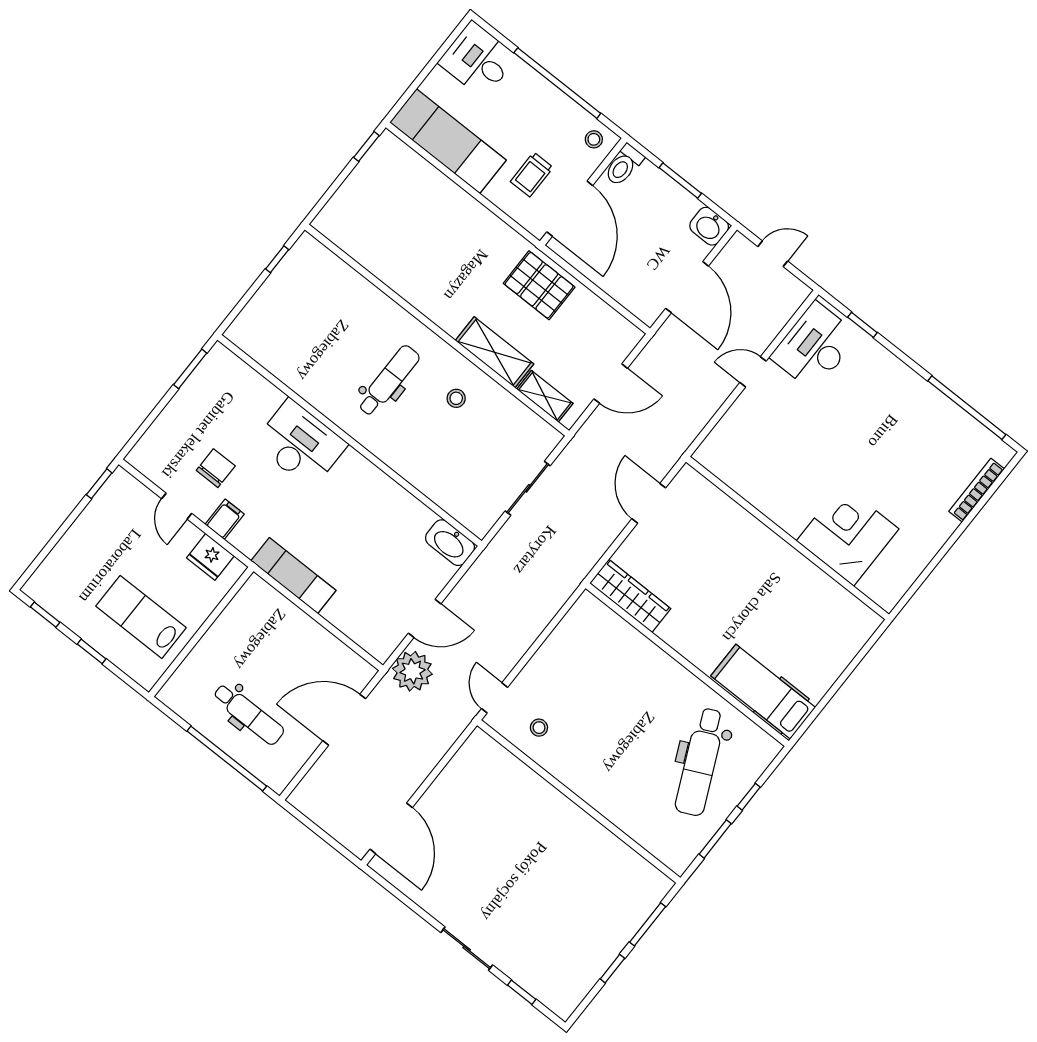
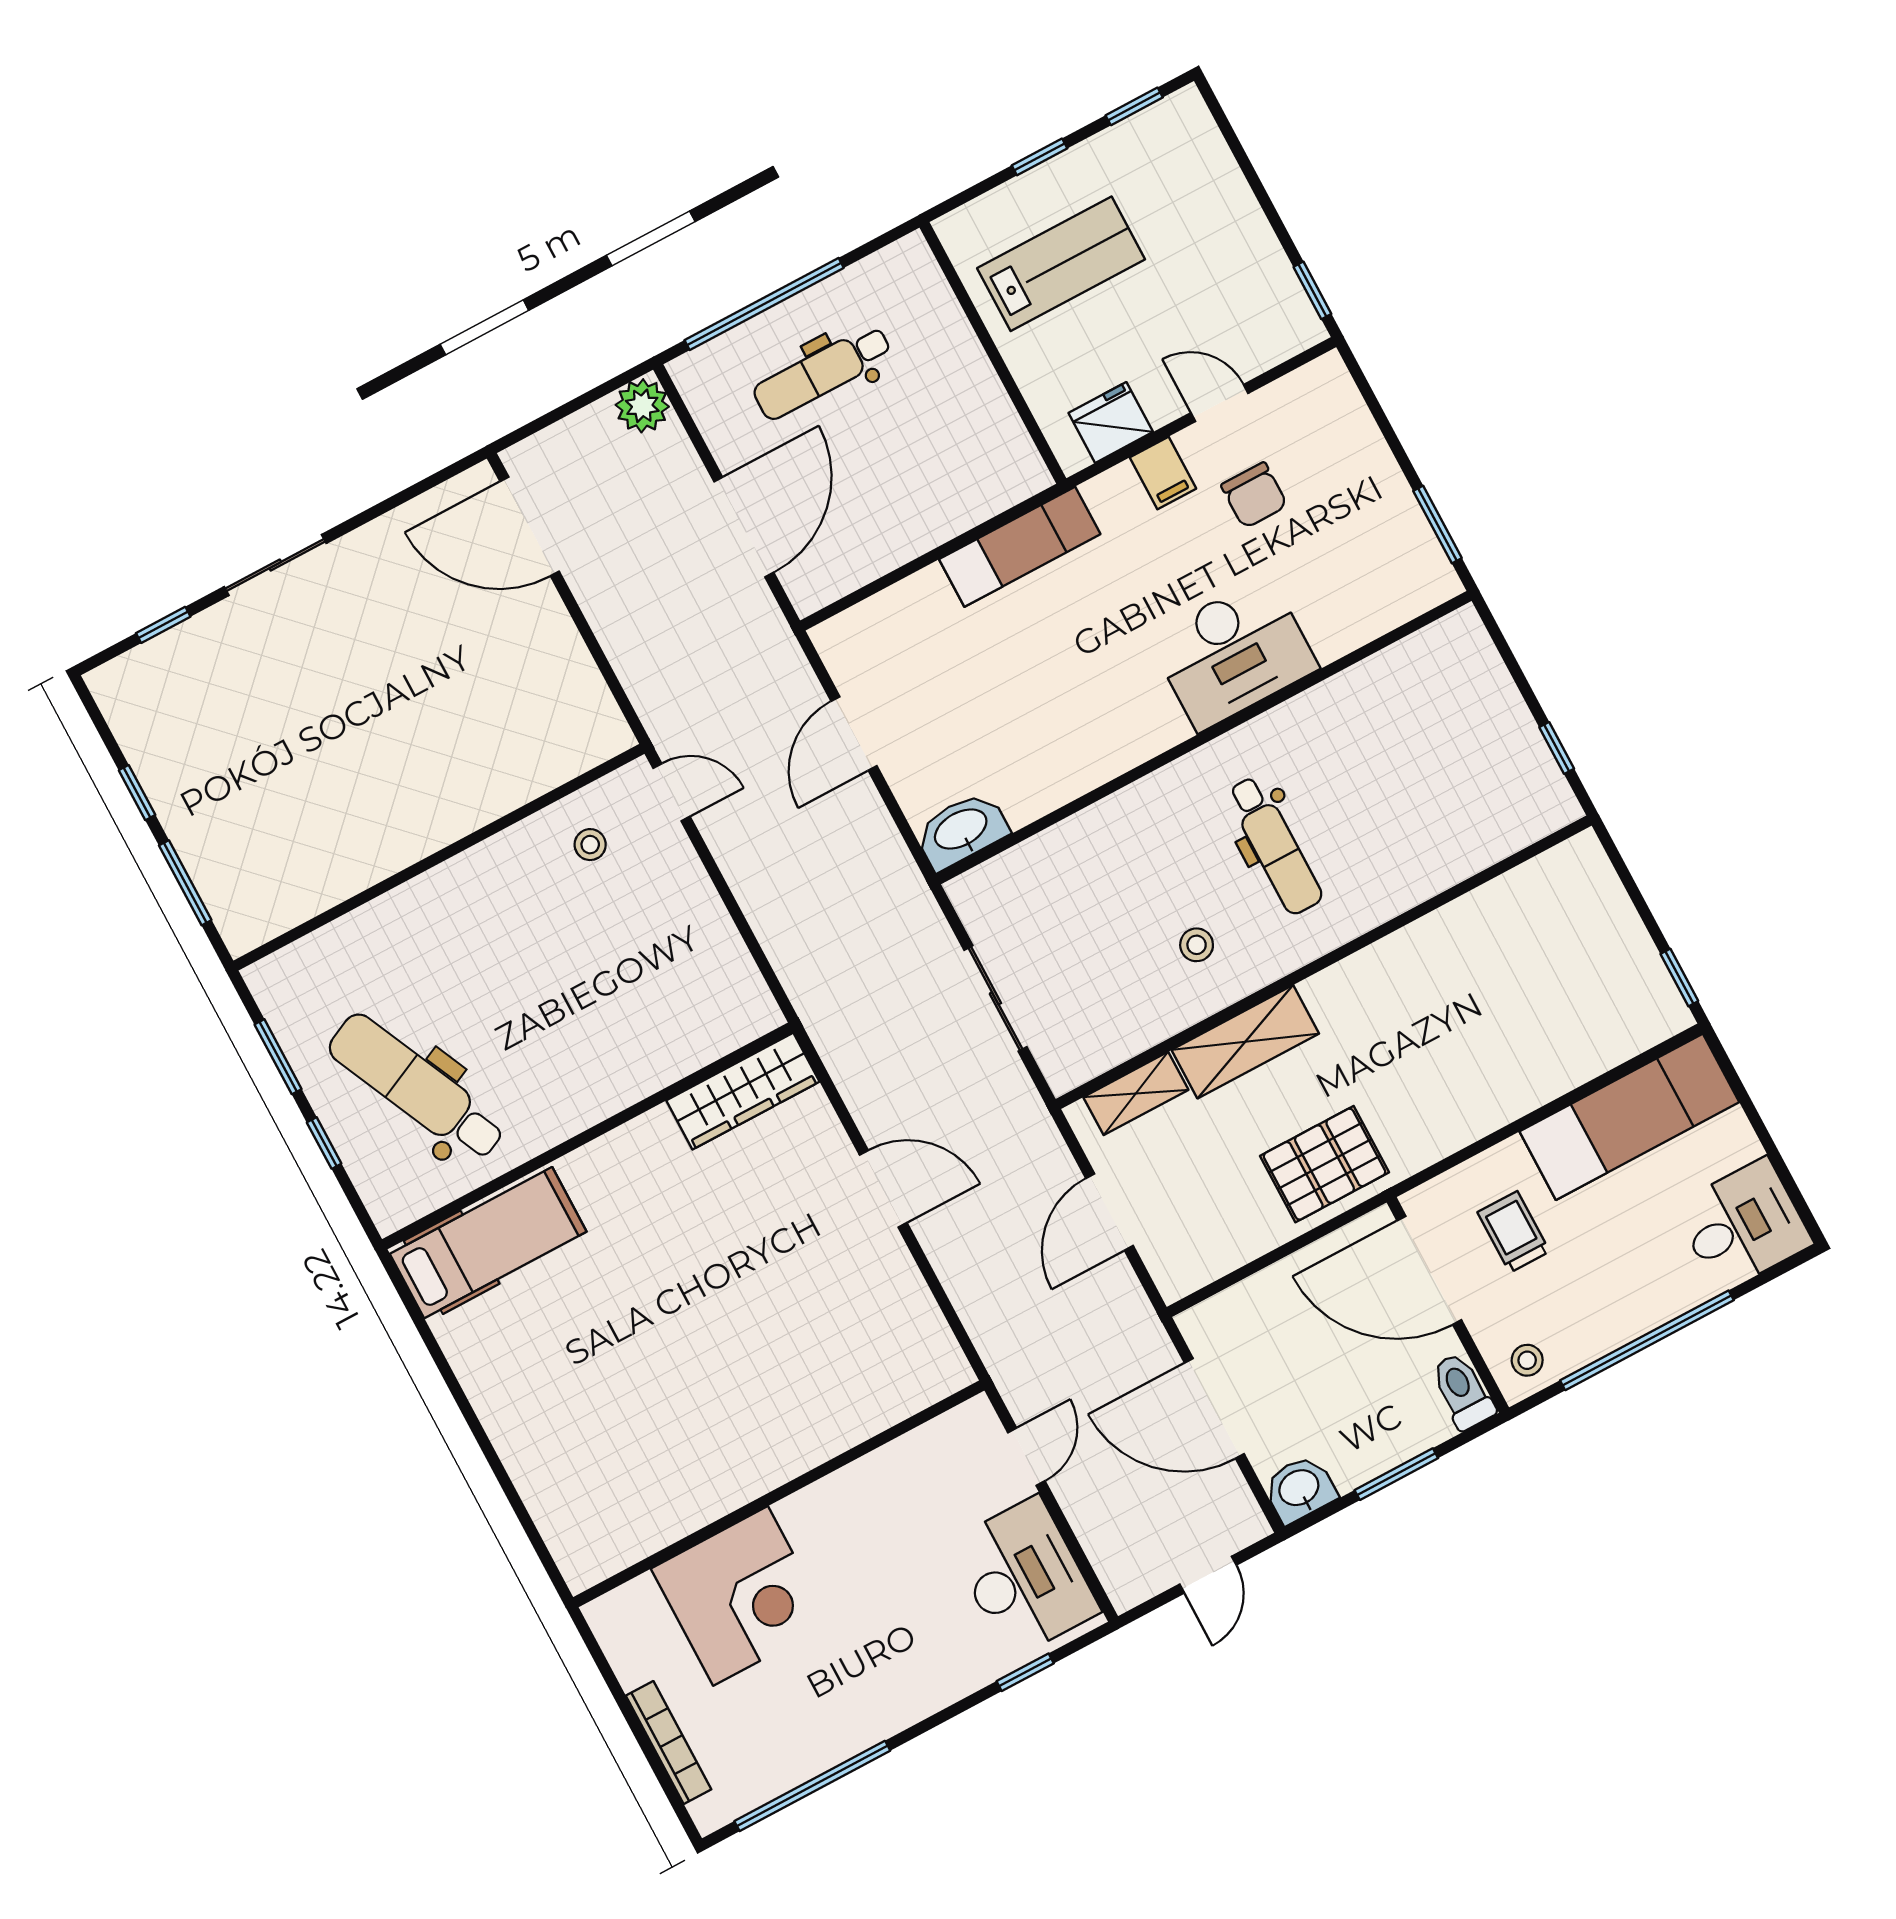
corner desk: (848, 535) -> (741, 1596), moved
wall: (787, 538) -> (779, 1494), moved
plant: (412, 671) -> (642, 406), moved, width x0.73, depth x0.73

